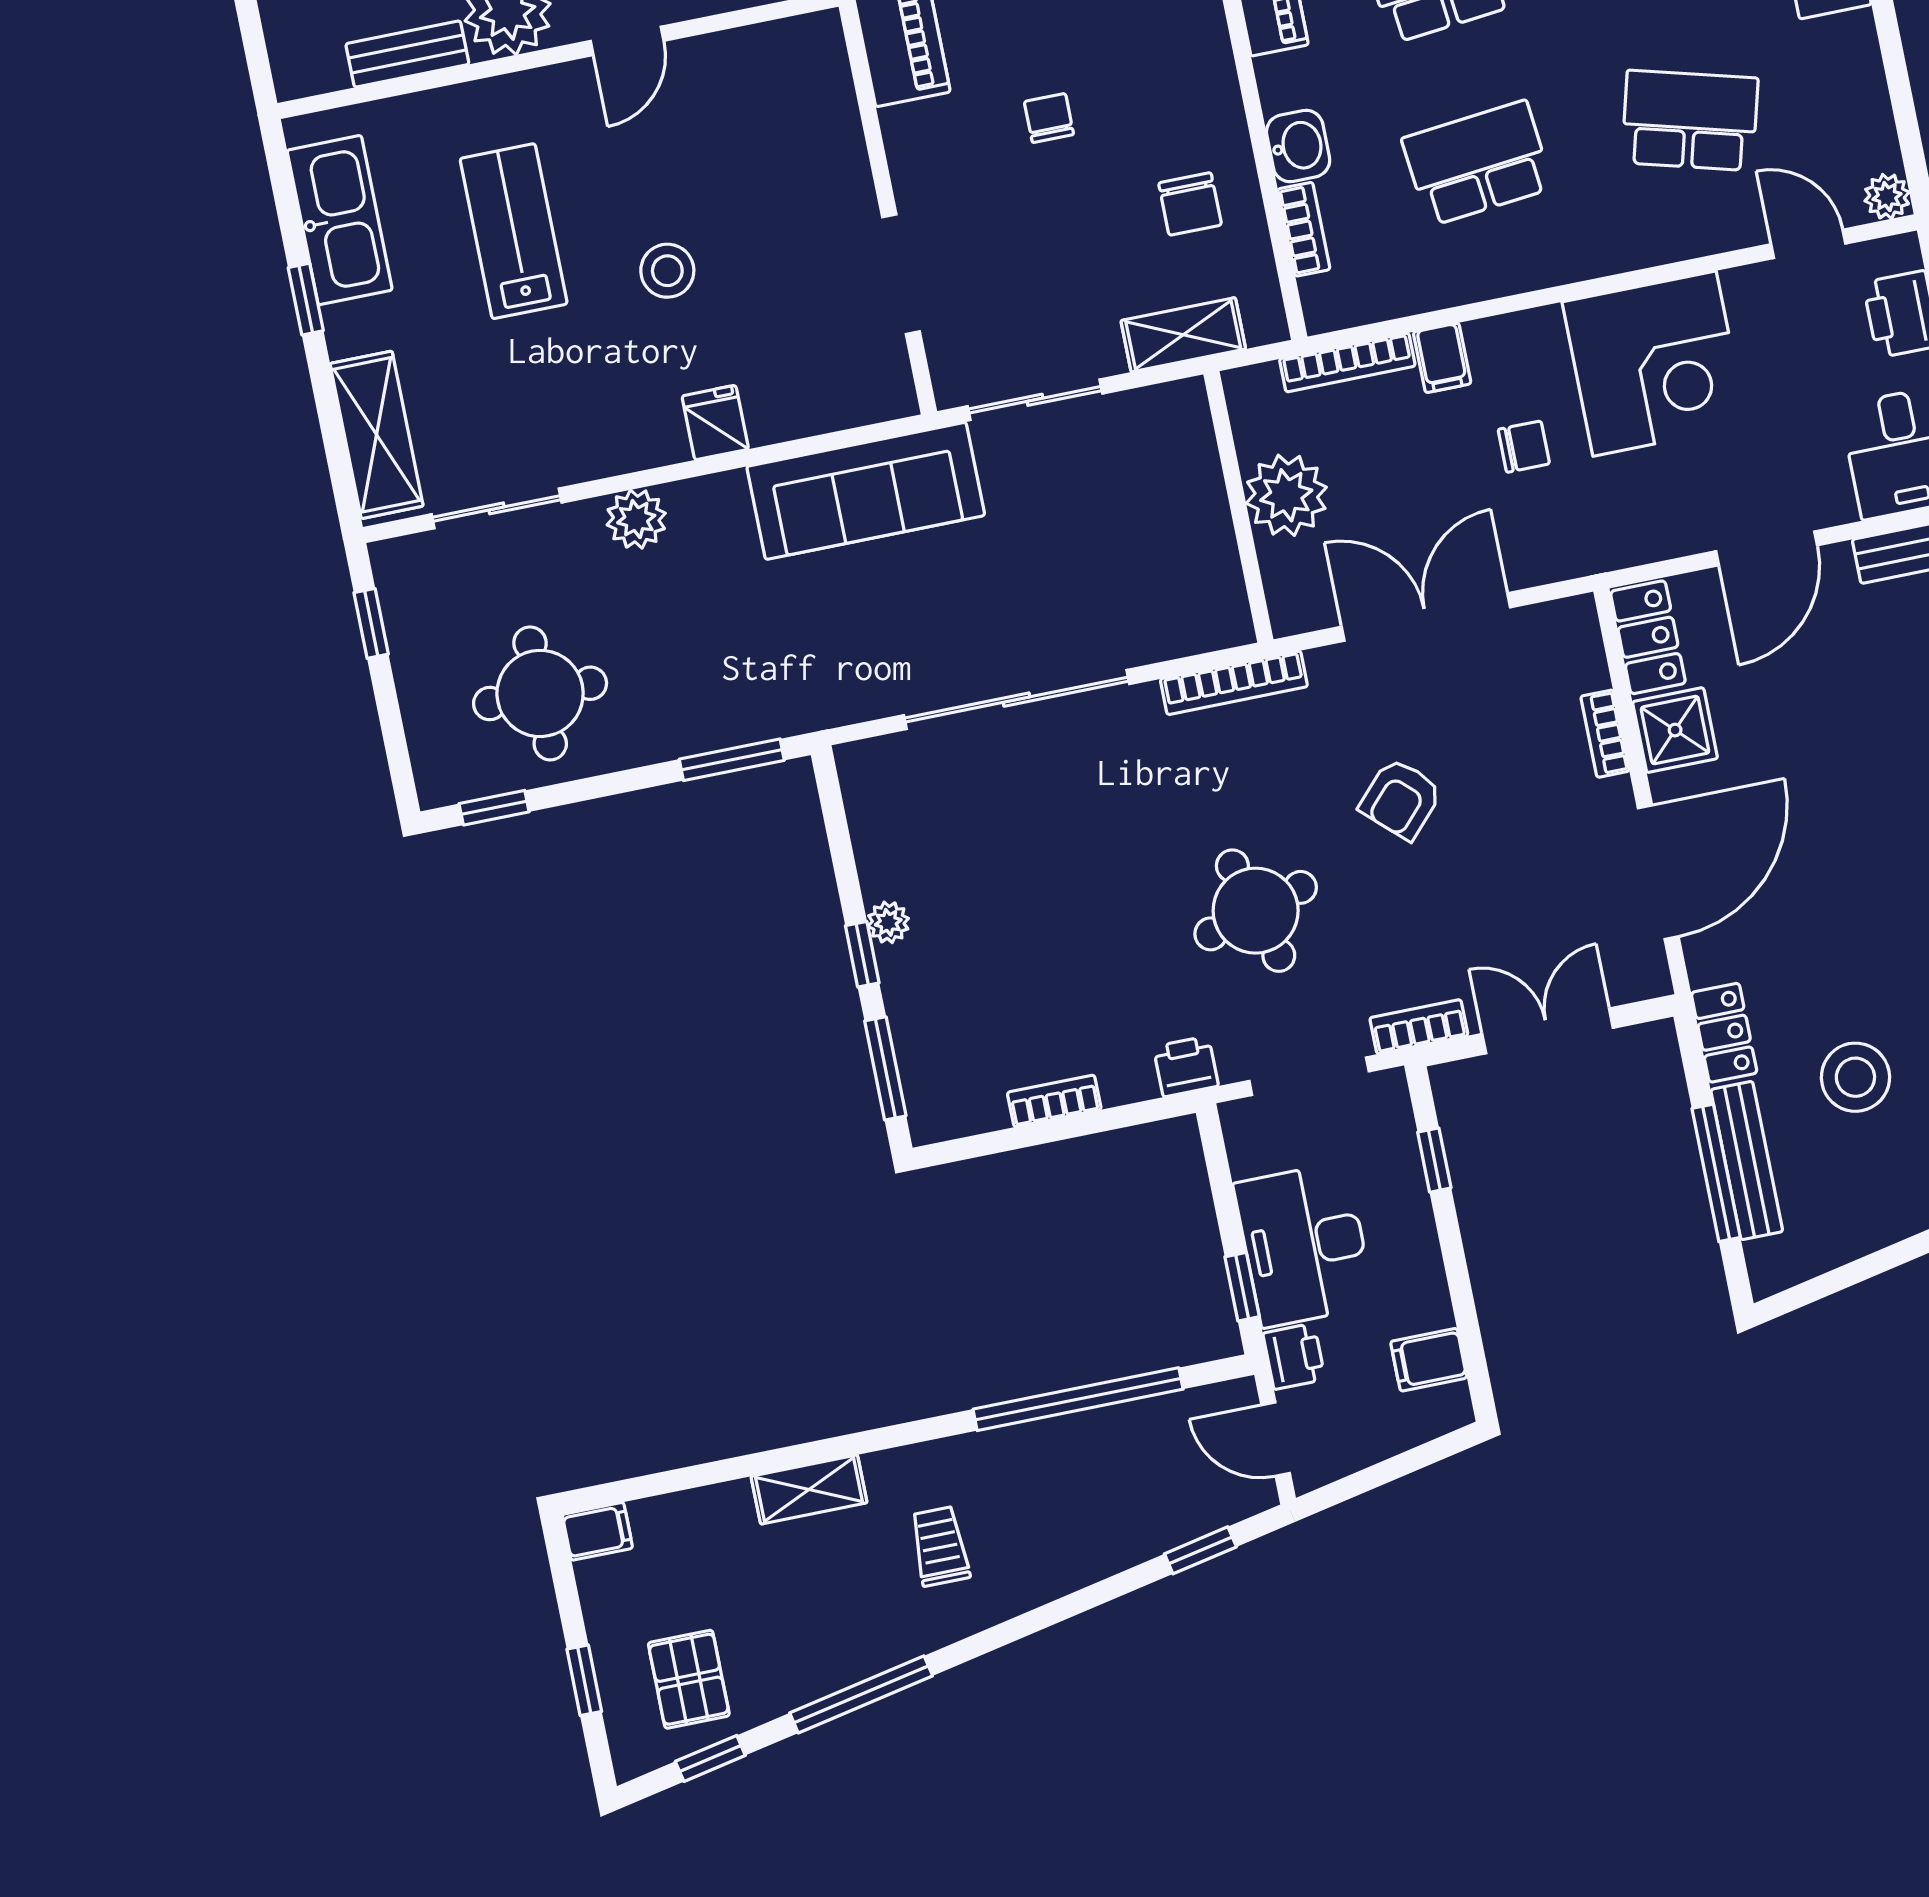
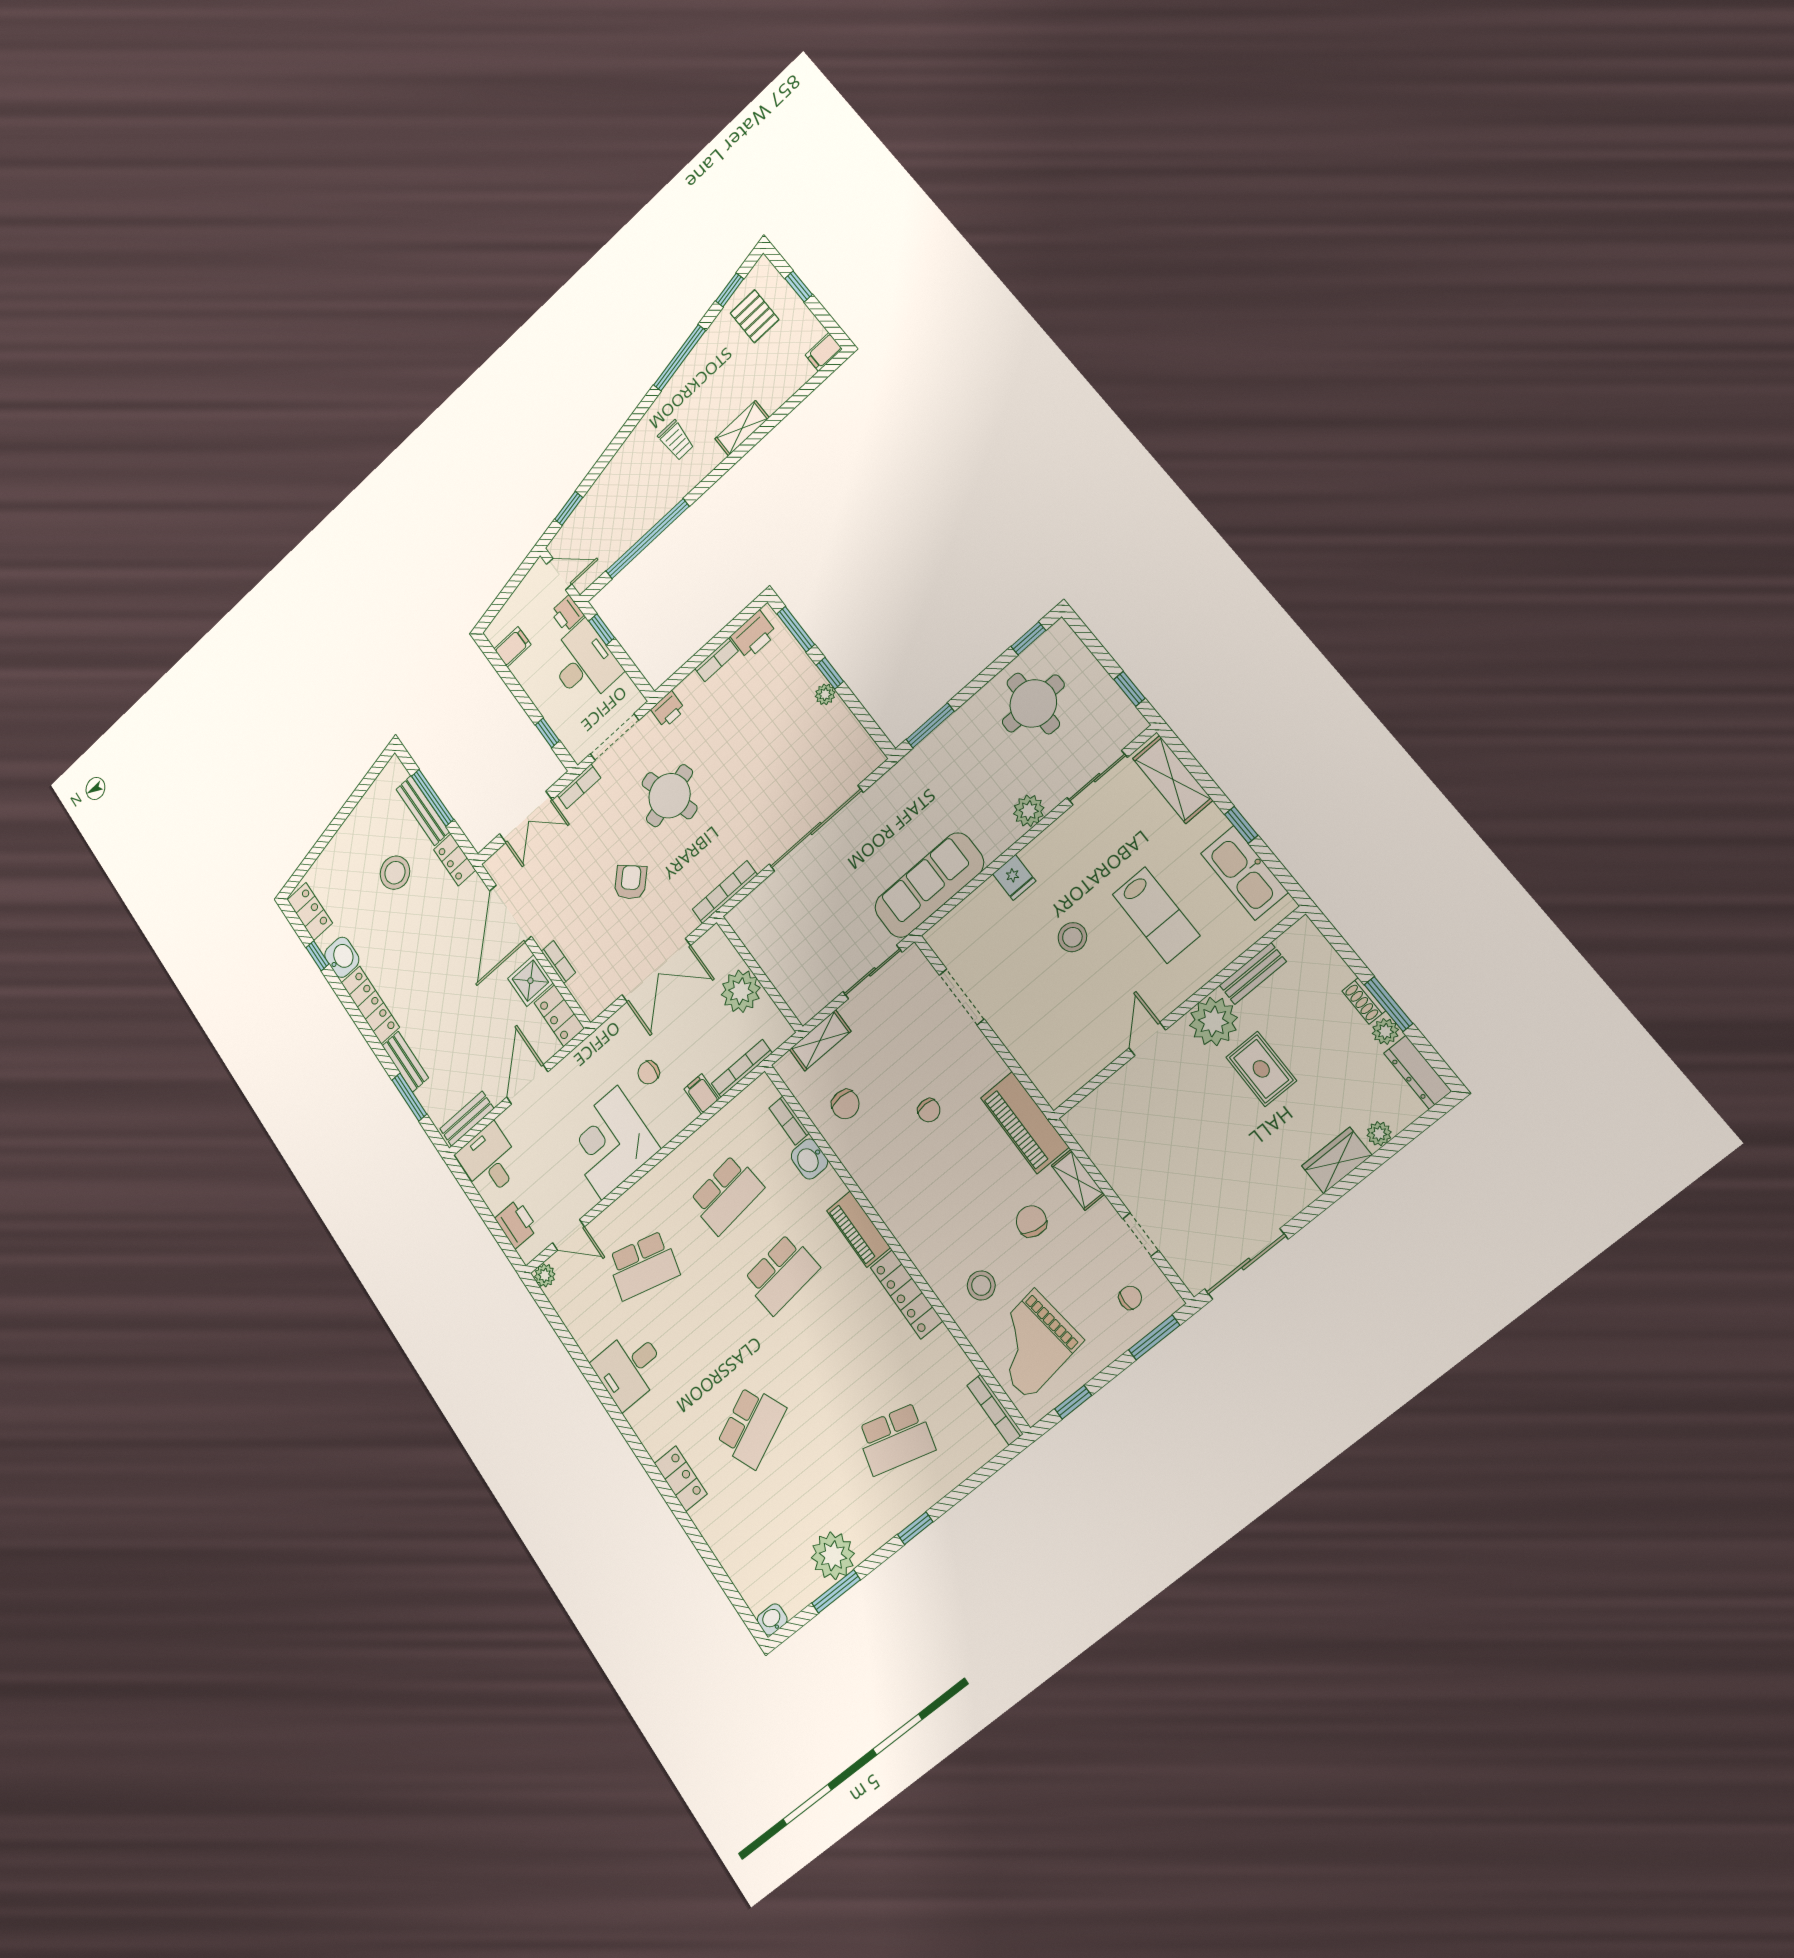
chair: (1190, 204) -> (845, 1104), turned 180
printer: (965, 1104) -> (754, 635), added

